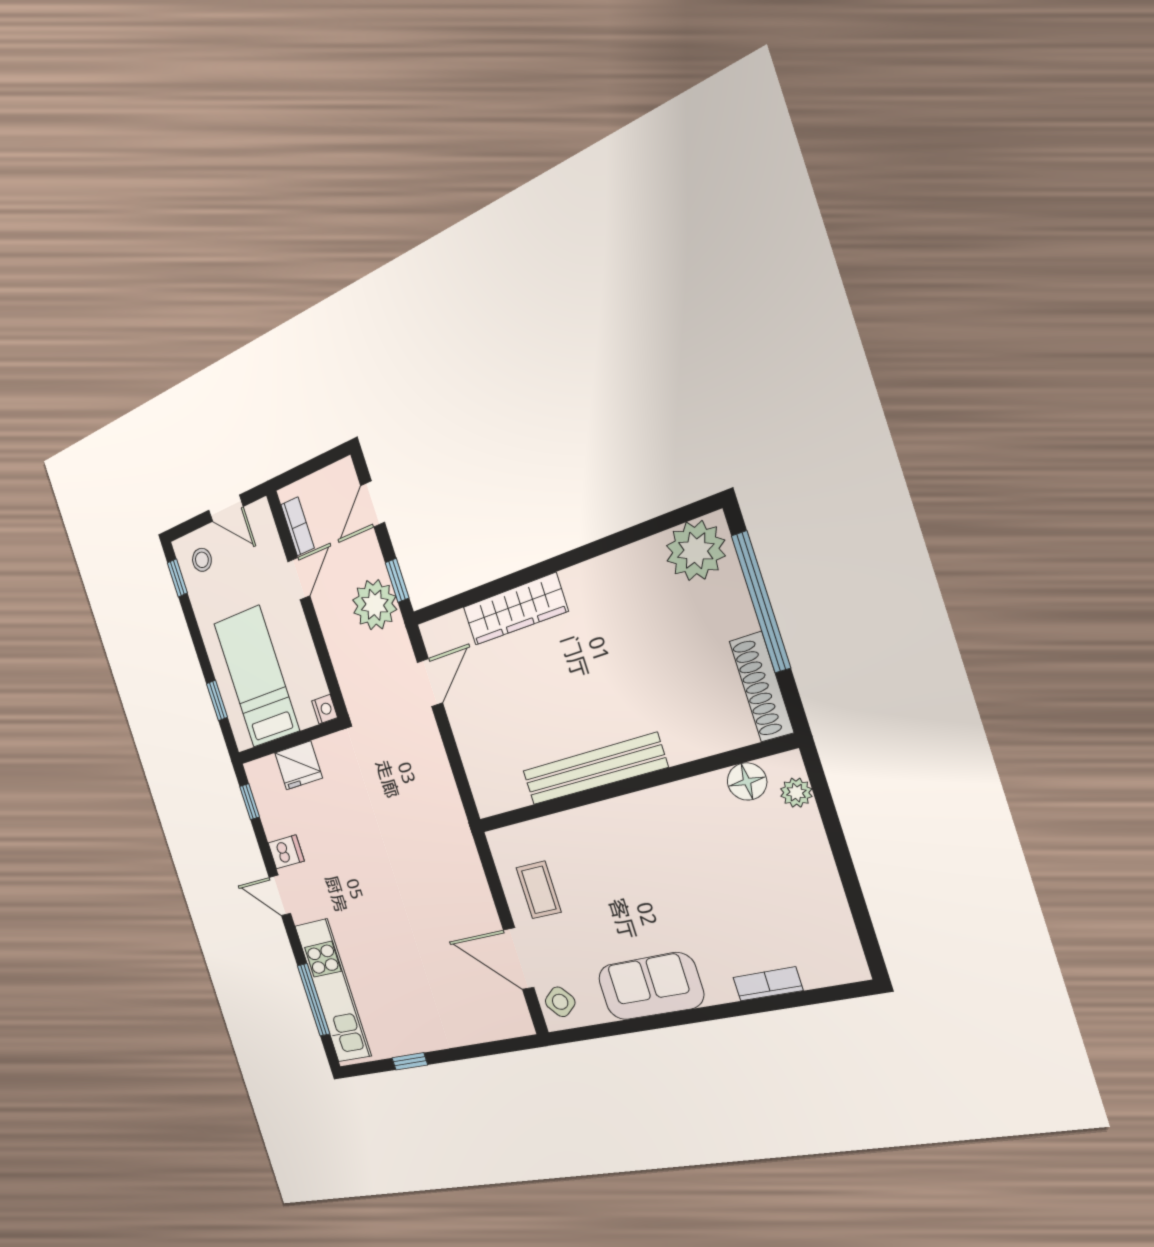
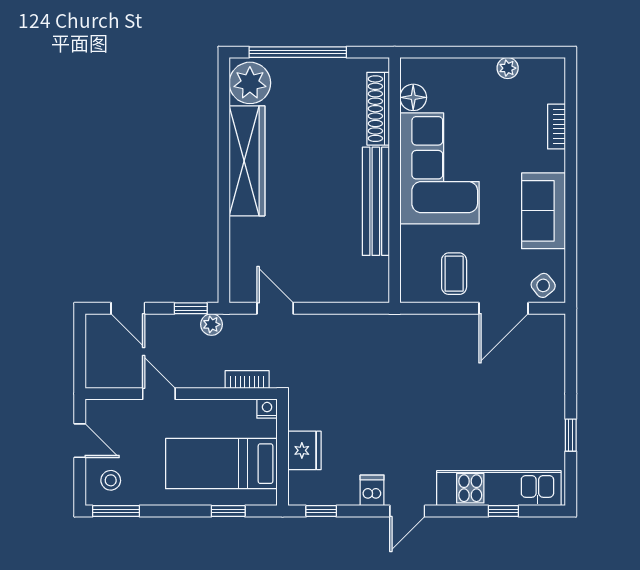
door: (226, 508) -> (80, 441), hinge flipped
bookcase: (298, 526) -> (247, 379), moved
window: (177, 578) -> (116, 511), width x1.50
plant: (375, 605) -> (211, 324), width x0.53, depth x0.53
wardrobe: (515, 609) -> (247, 161), moved, width x1.40, depth x1.17
shoe rack: (762, 687) -> (378, 109), moved, turned 90
plant: (796, 793) -> (508, 68), moved
corner sofa: (662, 841) -> (440, 168), added
coffee table: (539, 890) -> (454, 274), turned 90
window: (314, 1000) -> (503, 511), width x0.46

